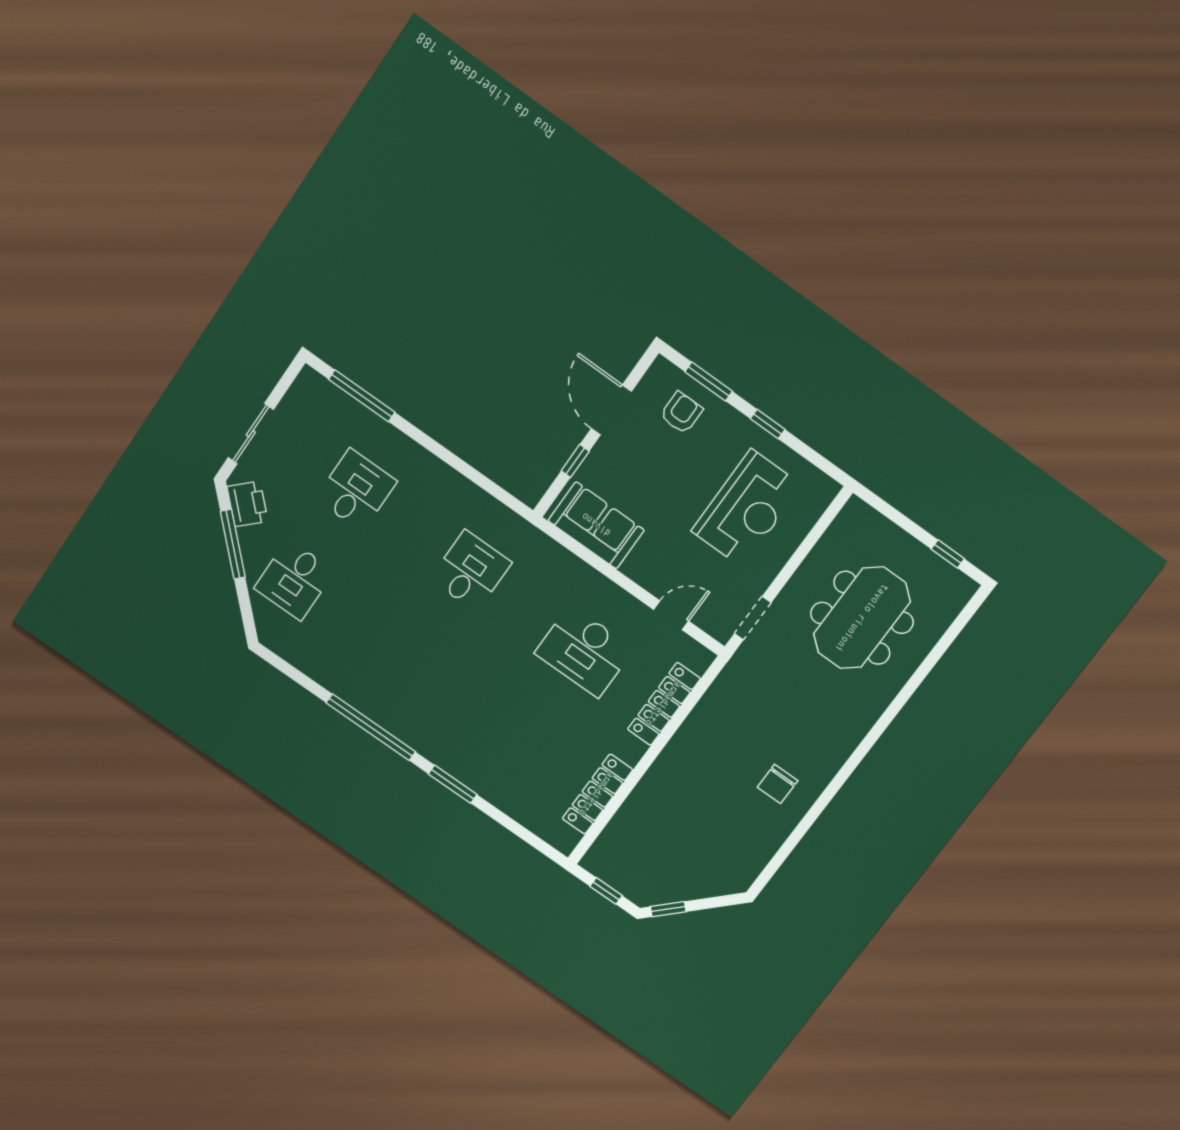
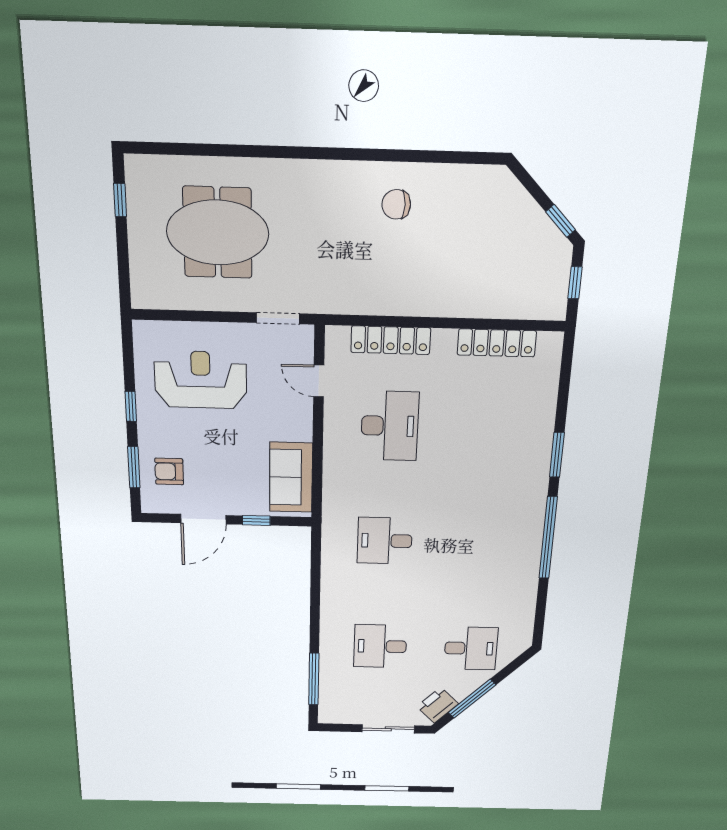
chair: (778, 784) -> (396, 204), turned 180

